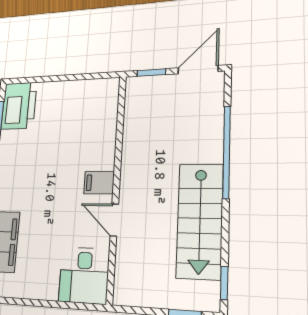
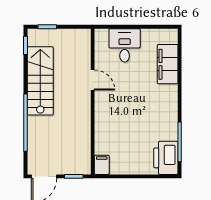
filing cabinet: (99, 183) -> (102, 165), moved, turned -90
desk: (84, 275) -> (125, 45), moved

